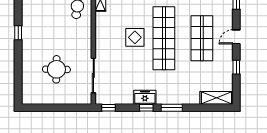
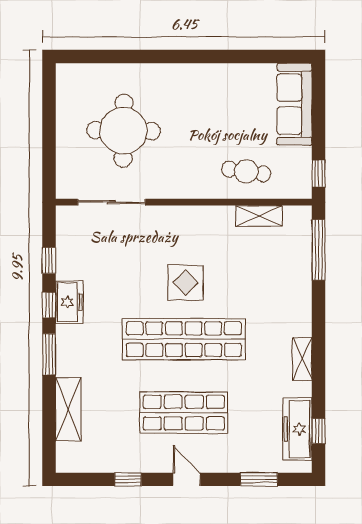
window: (18, 33) -> (195, 56), removed
round table: (56, 69) -> (124, 131), width x1.36, depth x1.36
shelving: (217, 98) -> (68, 409), moved
window: (109, 108) -> (49, 260), moved

